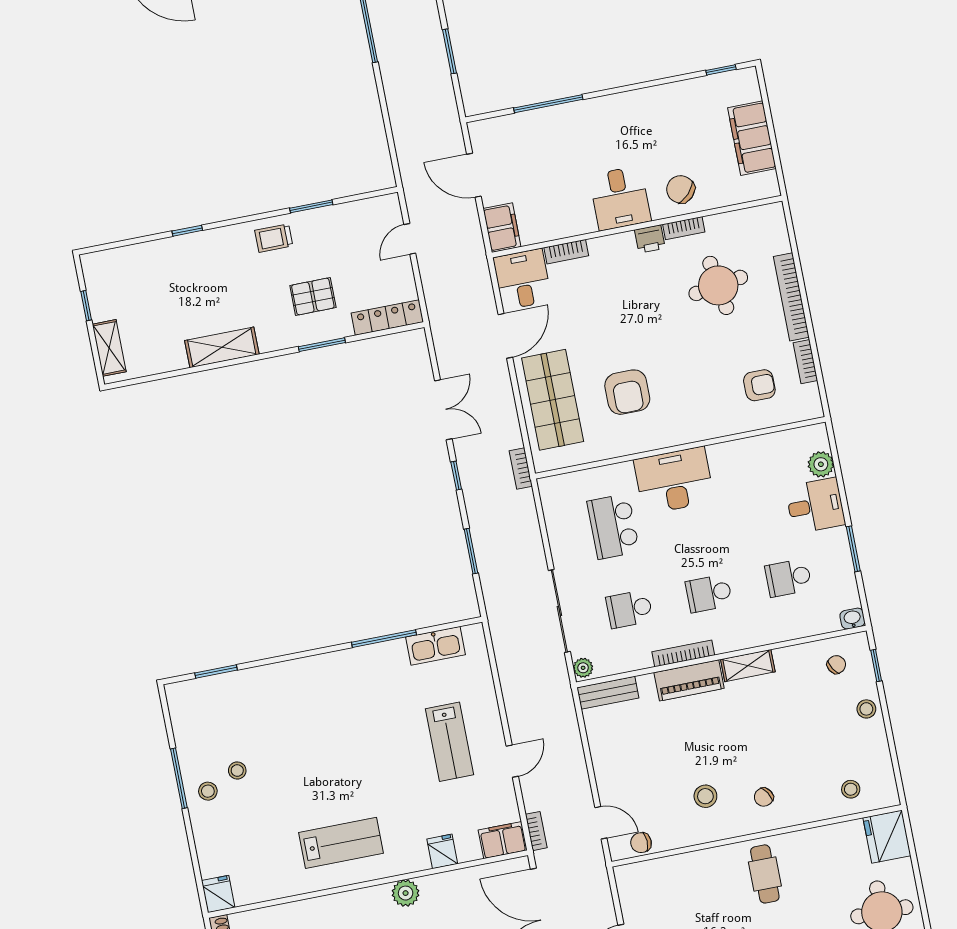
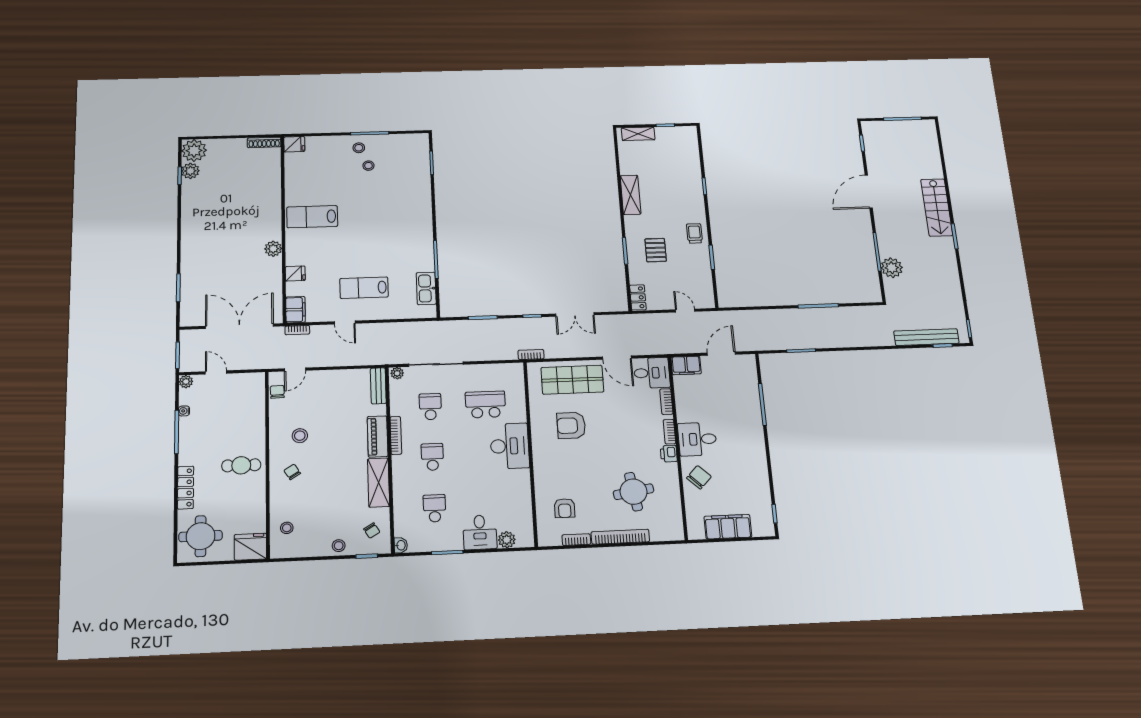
bookcase: (684, 228) -> (669, 432), moved
locker: (387, 317) -> (638, 297), width x0.66
shelving: (748, 666) -> (379, 483), width x1.50, depth x1.33
lab bench: (341, 843) -> (312, 217), turned 90

